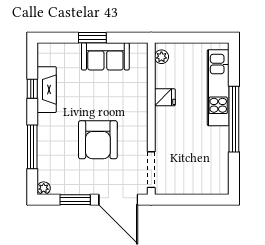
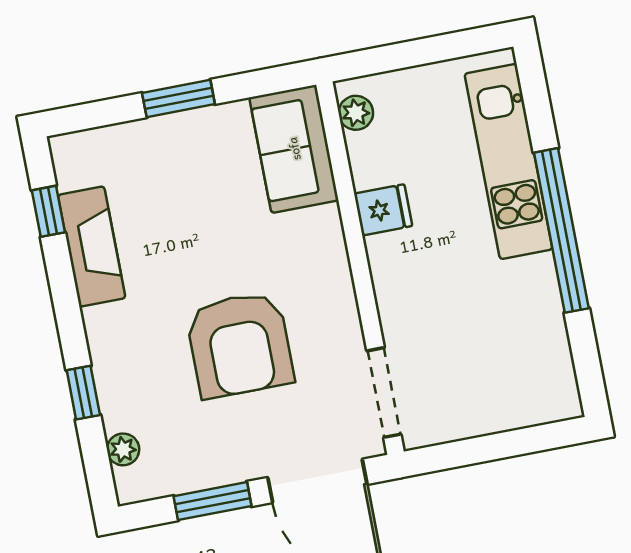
sofa: (105, 56) -> (294, 149), moved, turned 90
window: (32, 89) -> (48, 211), moved
window: (32, 147) -> (83, 393), width x0.46
plant: (44, 188) -> (123, 449), moved

